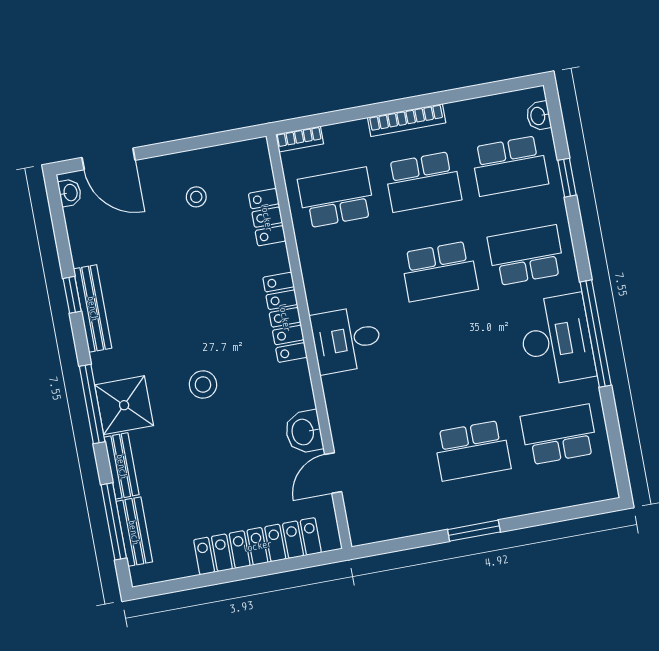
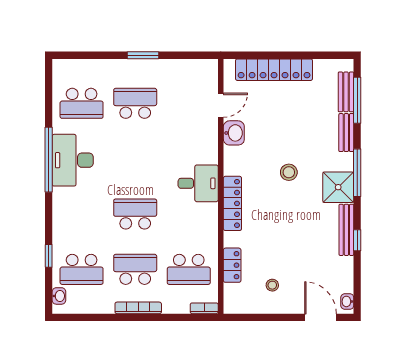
school desk: (510, 166) -> (82, 269), turned 180
school desk: (526, 255) -> (82, 214), removed
shower: (124, 405) -> (338, 187), moved

